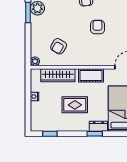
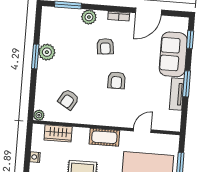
armchair: (97, 27) -> (117, 80), turned 180
wardrobe: (58, 75) -> (58, 133), width x0.67

